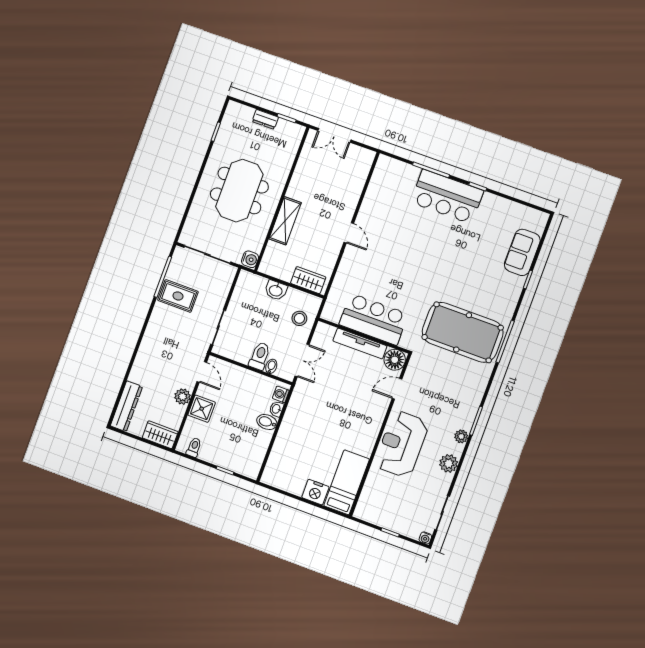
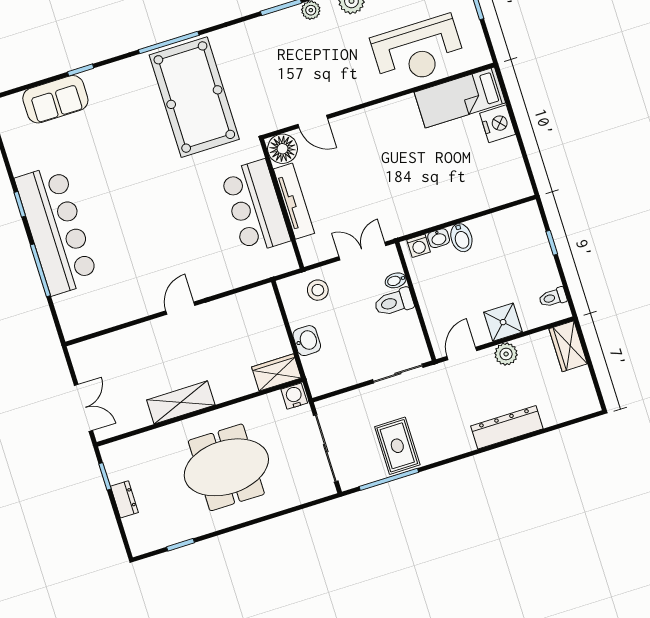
bar counter: (447, 197) -> (57, 230), width x1.36
shelving: (285, 221) -> (181, 402), moved
wardrobe: (308, 280) -> (276, 372), moved, turned 90
dresser: (126, 406) -> (507, 427), moved
reception desk: (402, 444) -> (418, 51), moved

